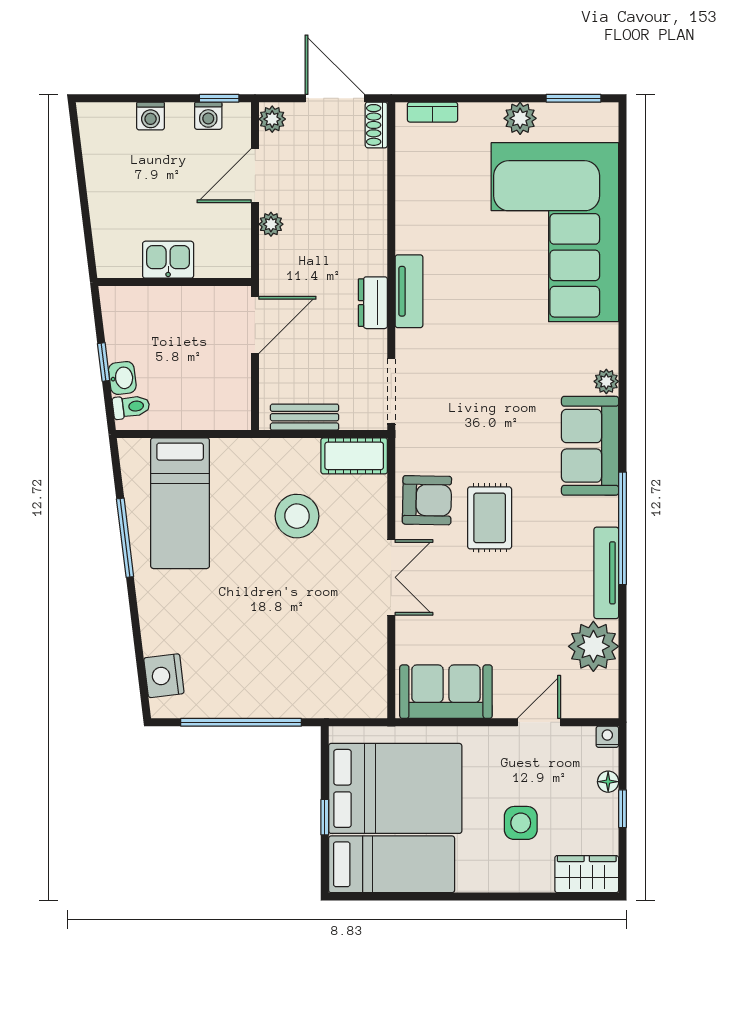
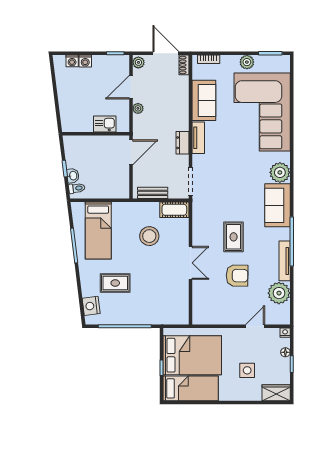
washing machine: (208, 116) -> (72, 61), moved
kitchen sink: (168, 260) -> (105, 124), moved
plant: (606, 381) -> (280, 172), width x1.88, depth x1.88
armchair: (427, 500) -> (237, 276), moved
rug: (219, 623) -> (115, 283), added
sofa: (446, 692) -> (204, 100), moved, turned 90

